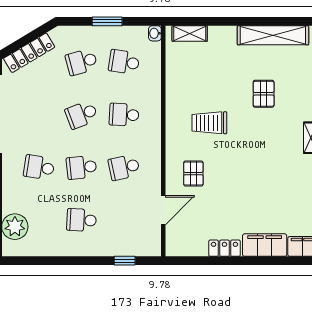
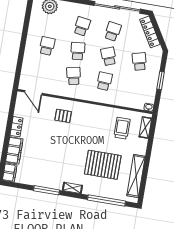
school desk: (124, 62) -> (113, 31), moved
pallet: (264, 94) -> (103, 165), width x2.05, depth x2.00
trolley: (209, 123) -> (122, 128), moved
door: (163, 210) -> (33, 93), moved
window: (125, 261) -> (19, 67), removed

